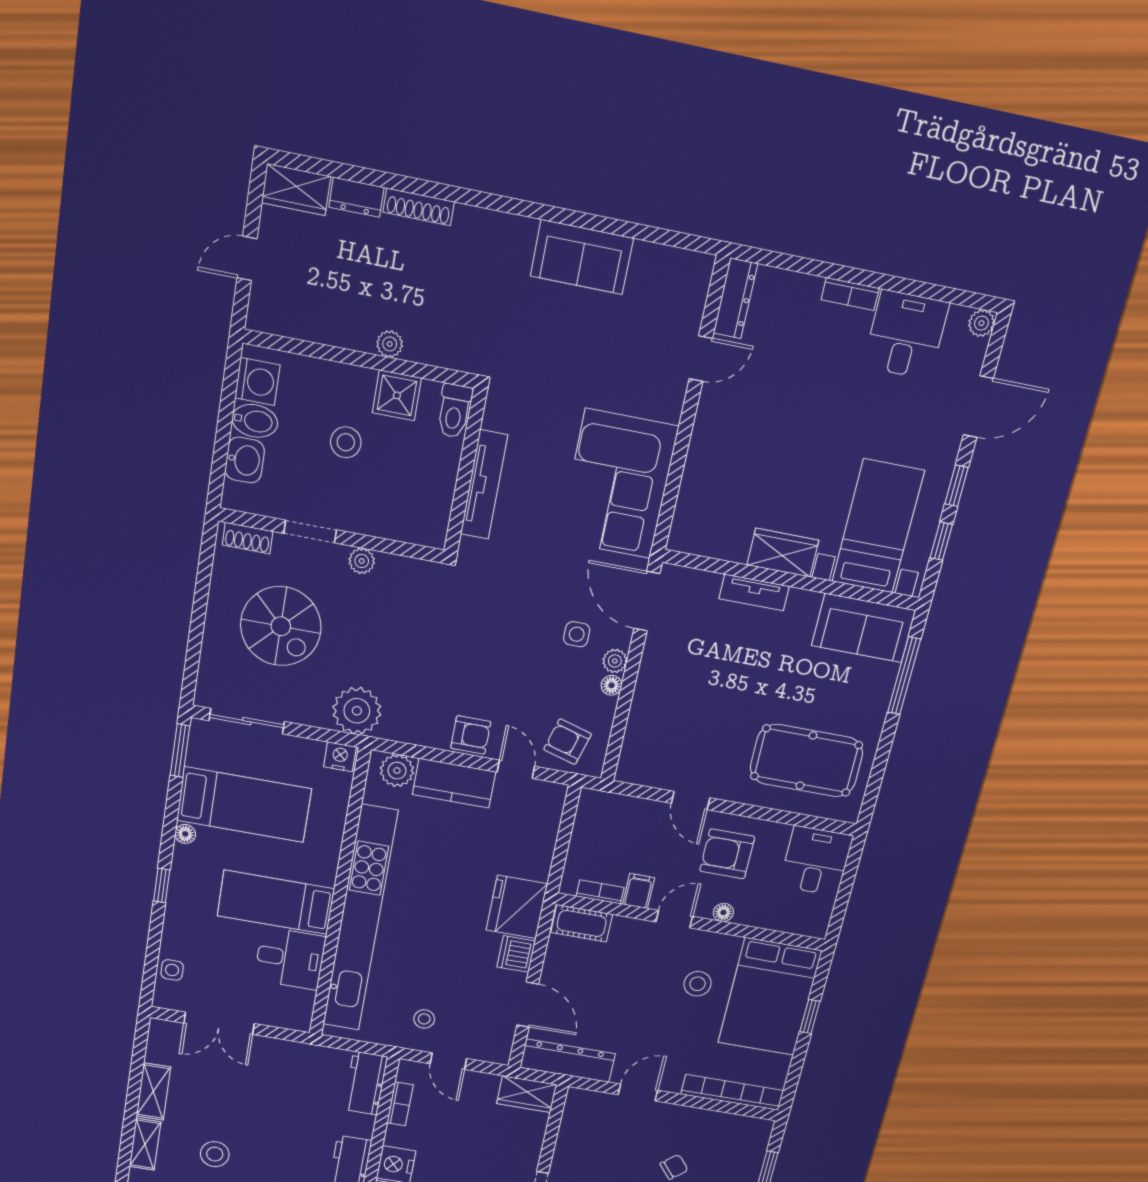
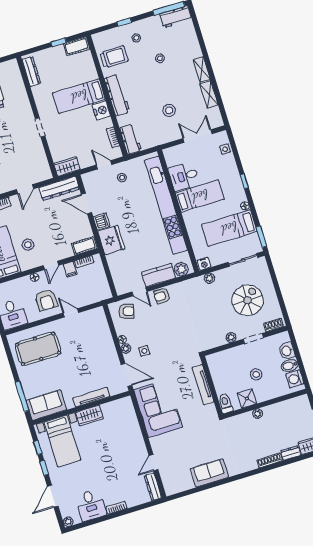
tv unit: (754, 592) -> (91, 397), width x1.41
spiral stairs: (281, 626) -> (248, 300), turned 90
plant: (357, 711) -> (209, 278), width x0.53, depth x0.53
armchair: (727, 854) -> (46, 300), turned 90
stool: (215, 1154) -> (169, 110), moved

